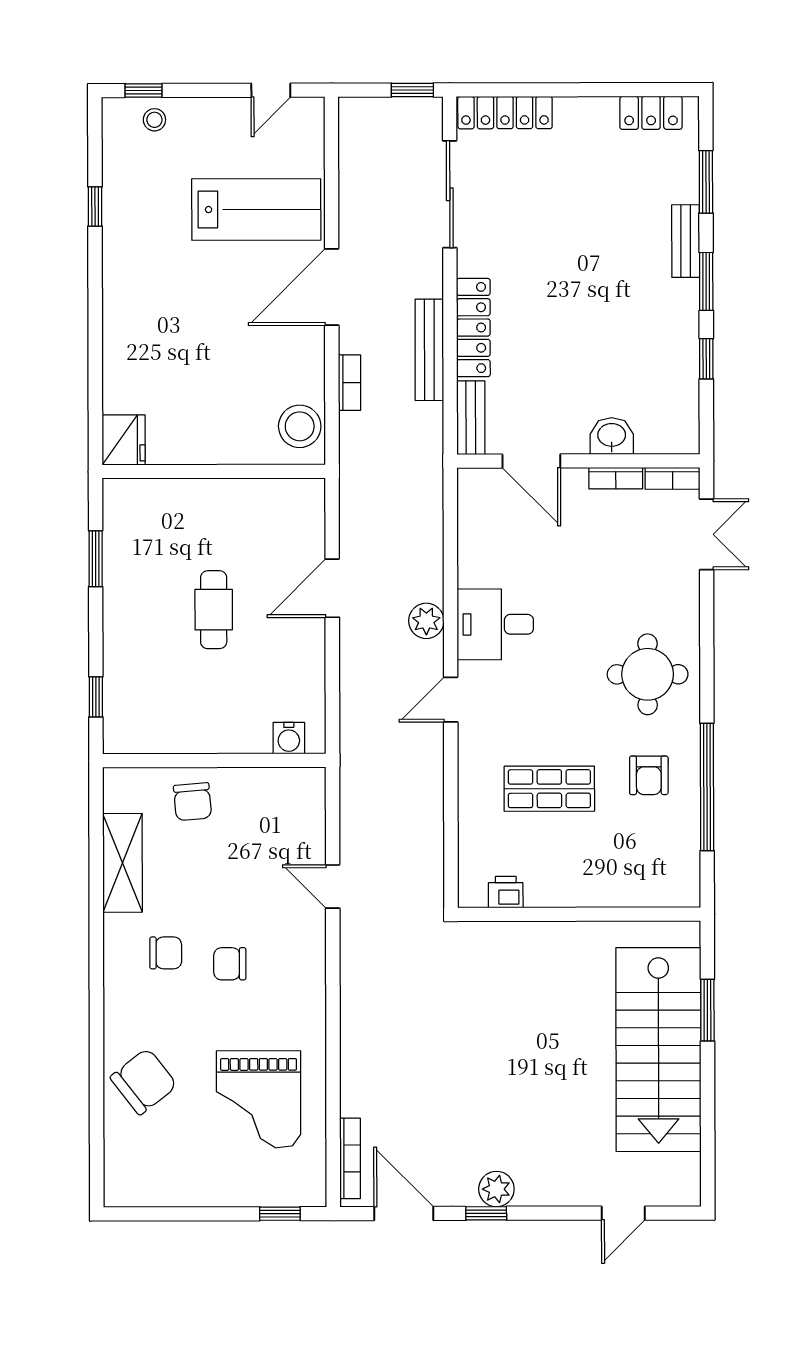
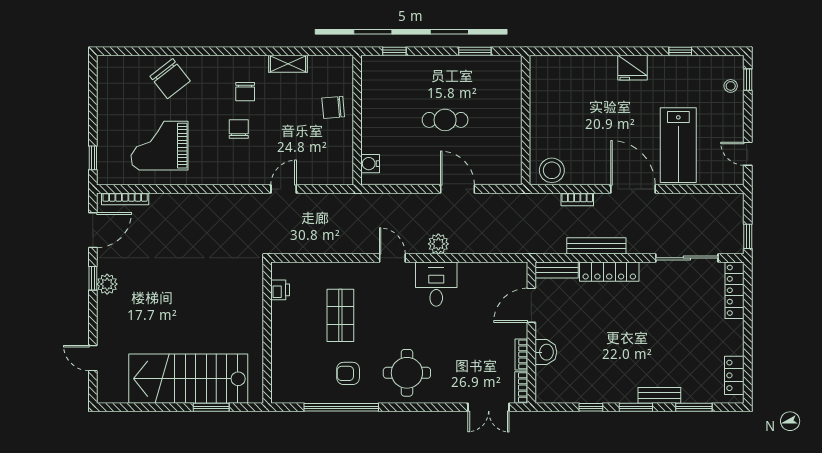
fridge: (124, 440) -> (632, 68), moved
shelving: (122, 863) -> (288, 64), width x0.67, depth x0.75

